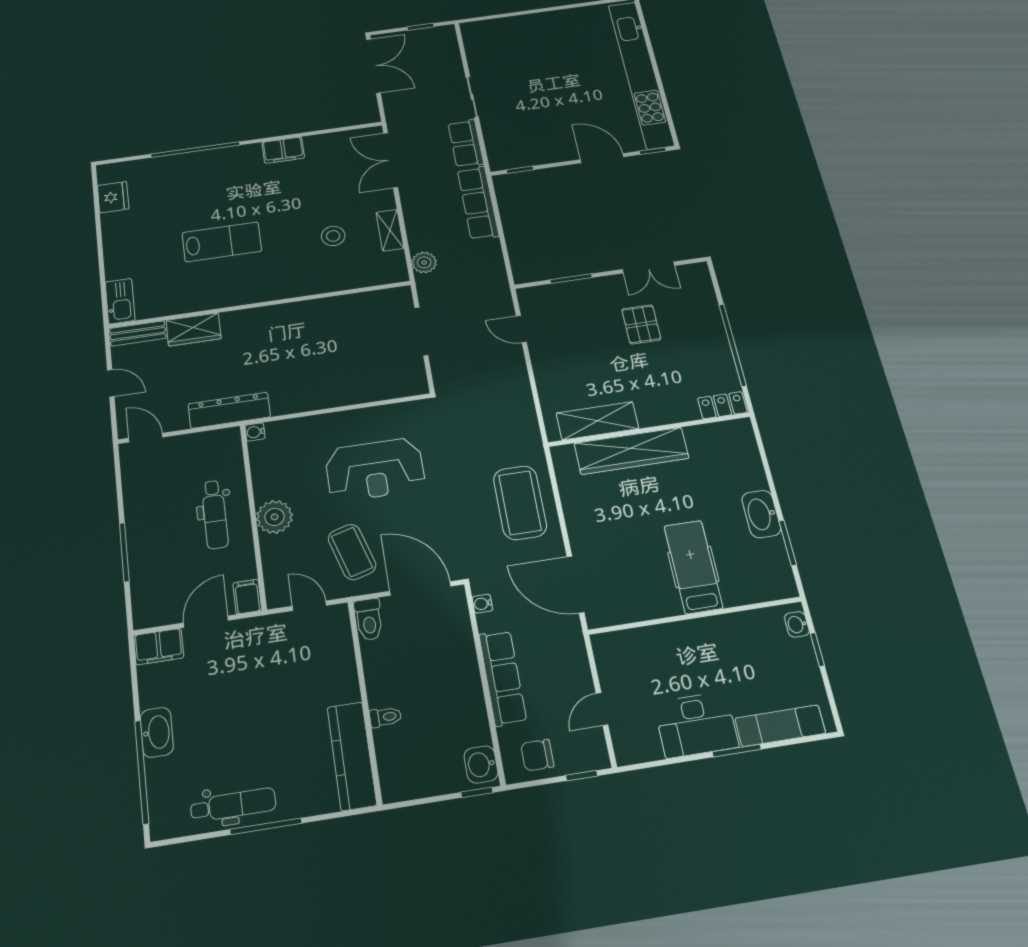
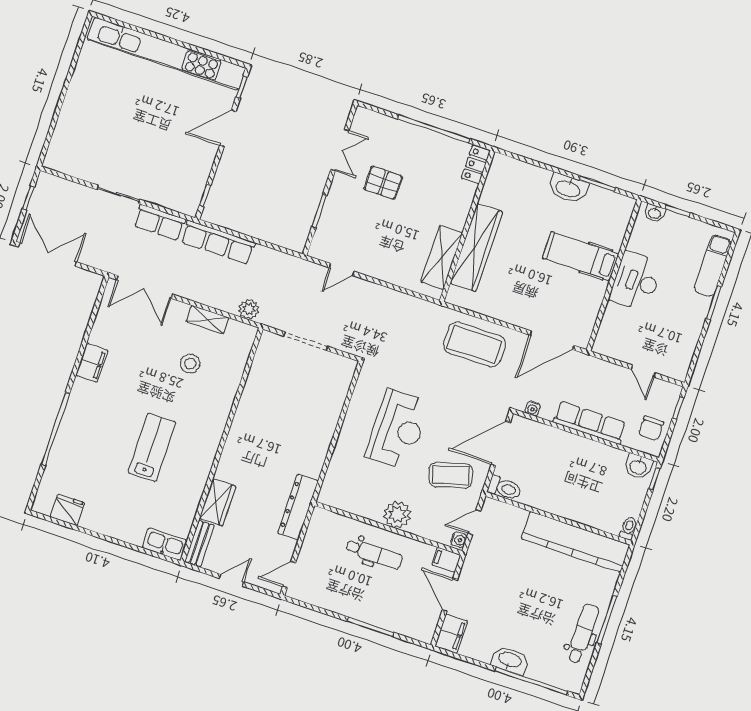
water cooler: (255, 432) -> (459, 540), moved, turned -90
toilet: (385, 717) -> (628, 528), moved
desk: (696, 725) -> (636, 281), moved, turned 180
kitchen counter: (352, 756) -> (576, 542), width x1.39, depth x1.17

